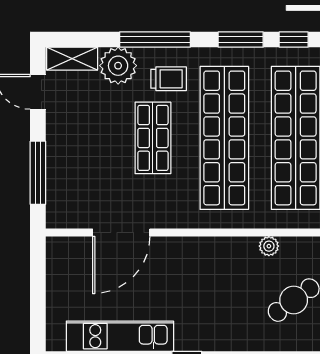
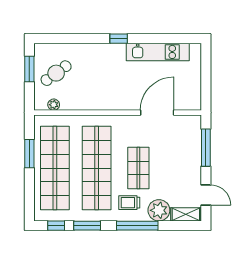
plant: (269, 246) -> (54, 105), moved

